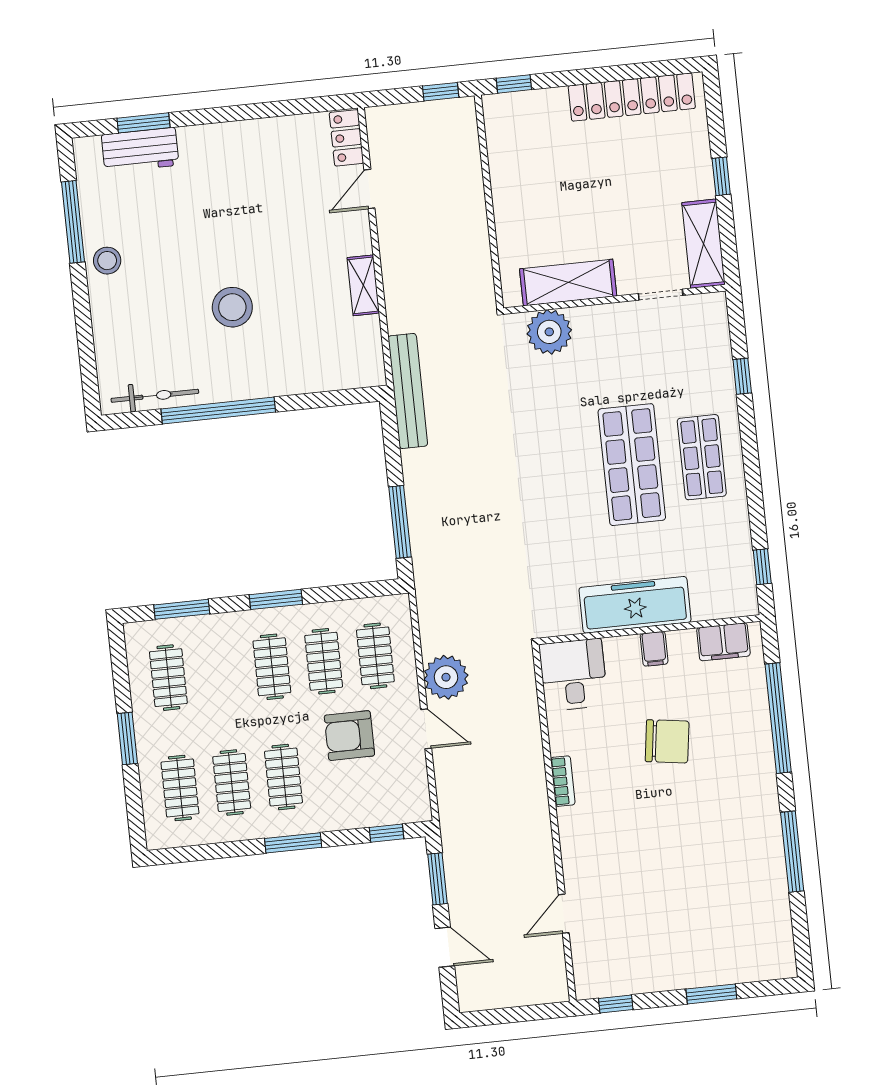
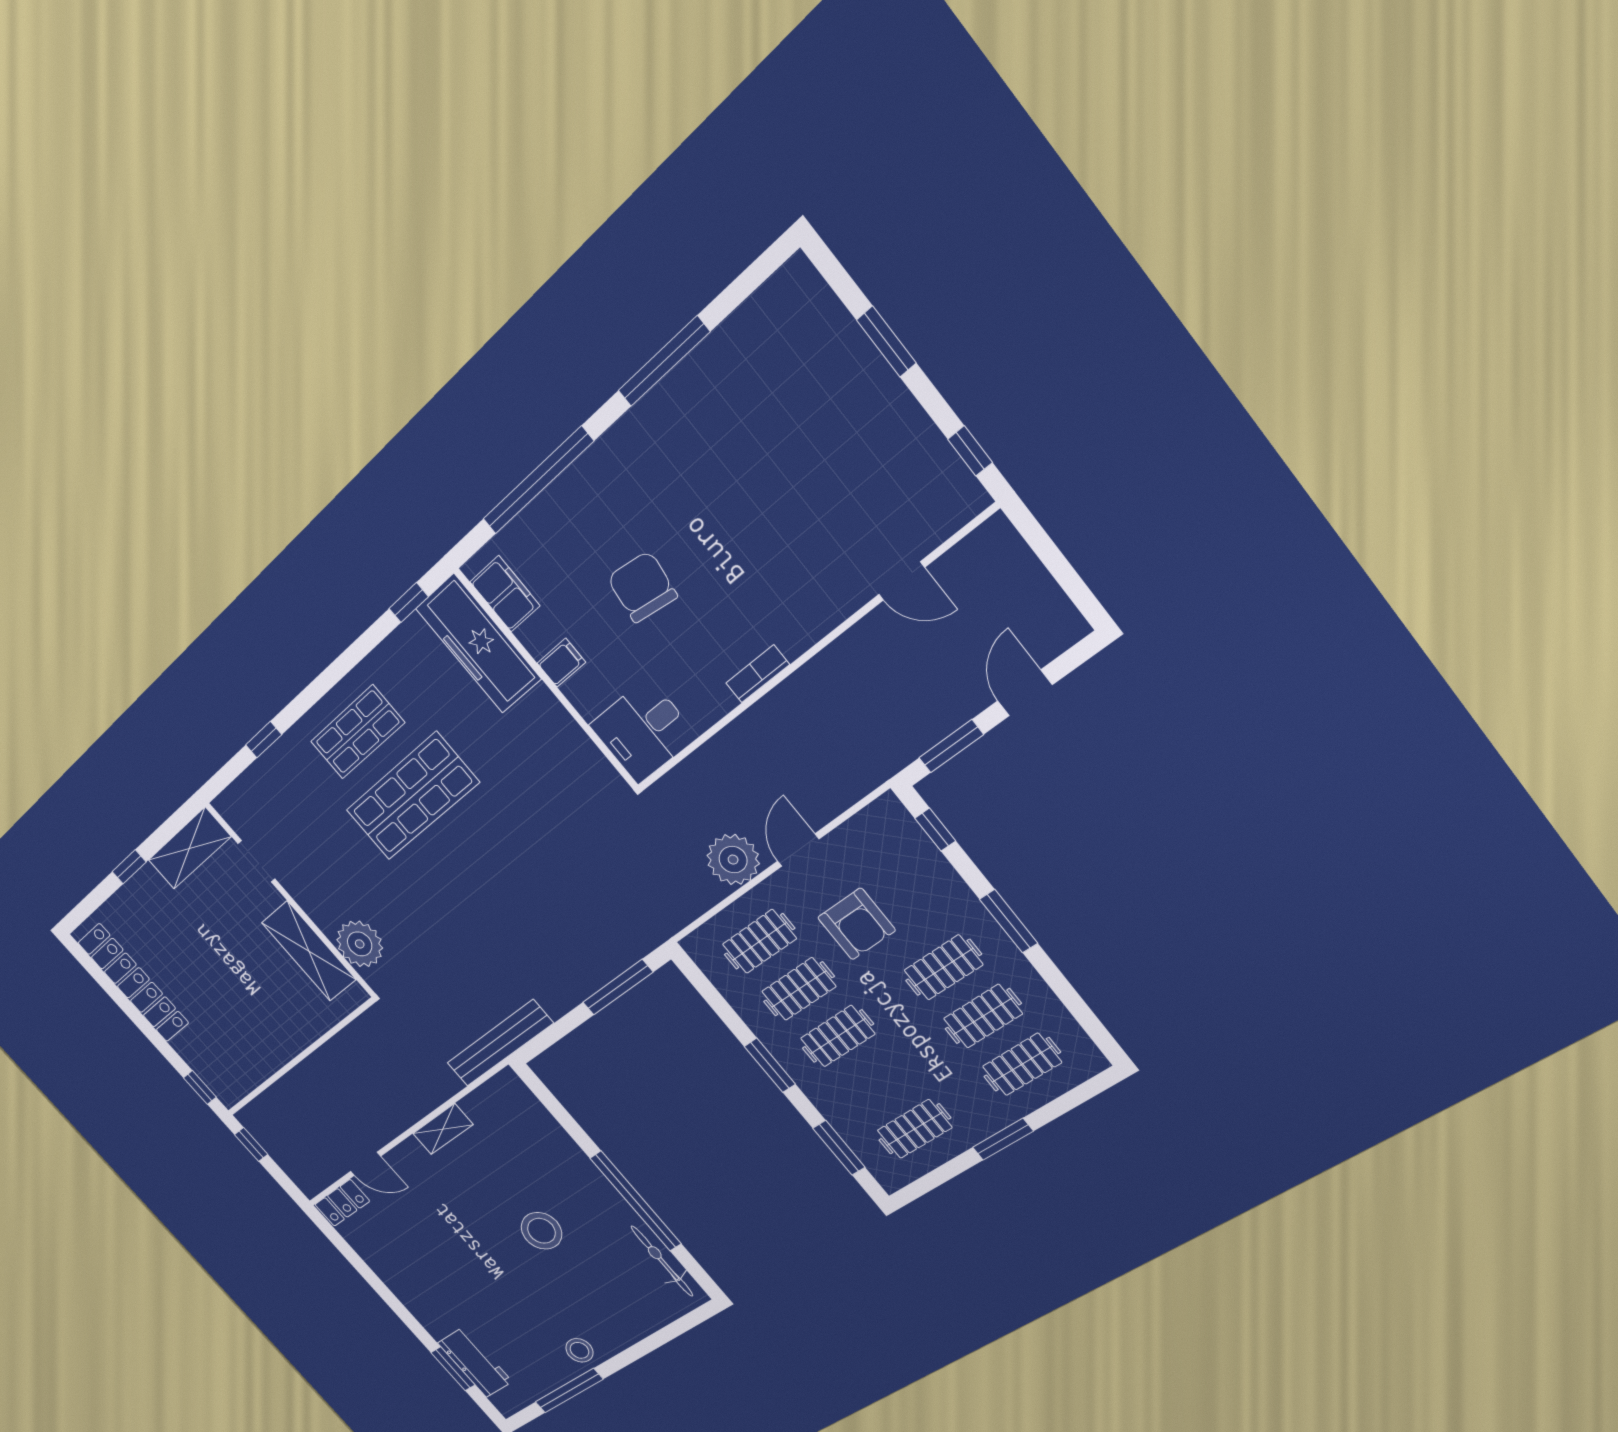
freezer: (635, 605) -> (478, 644), moved

